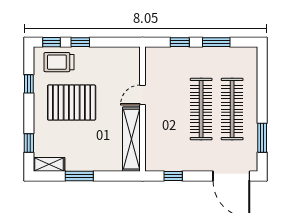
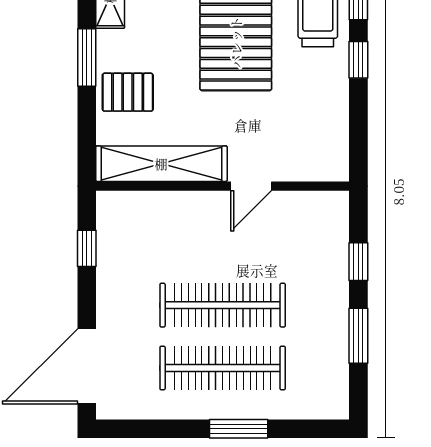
door: (142, 95) -> (251, 186), swing flipped
window: (262, 138) -> (239, 429), moved
pallet: (96, 156) -> (128, 92), added

